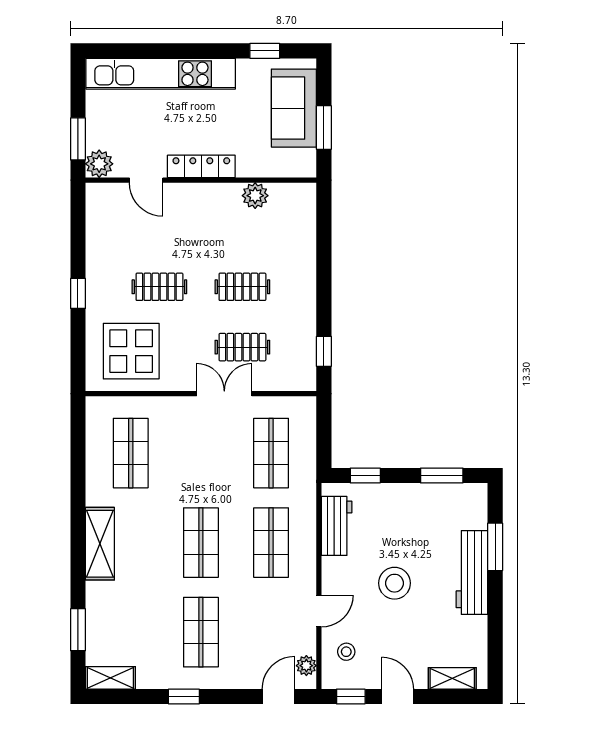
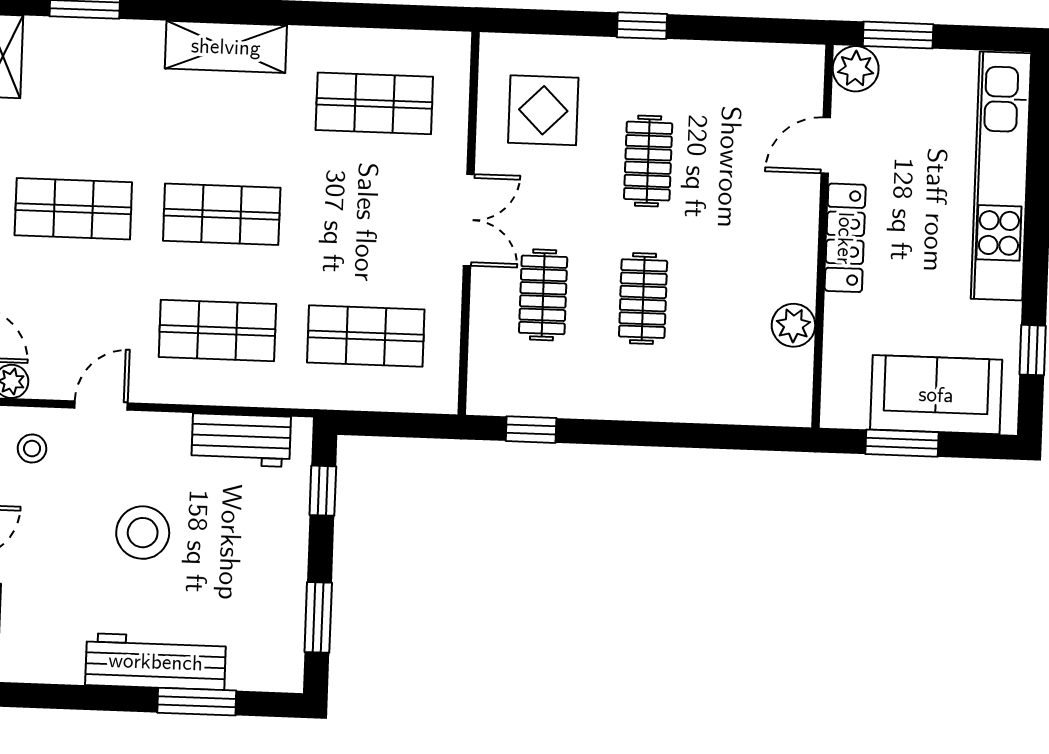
display table: (131, 351) -> (543, 110), width x0.73, depth x0.73
double door: (224, 394) -> (469, 220), moved
door: (319, 611) -> (101, 406), swing flipped

